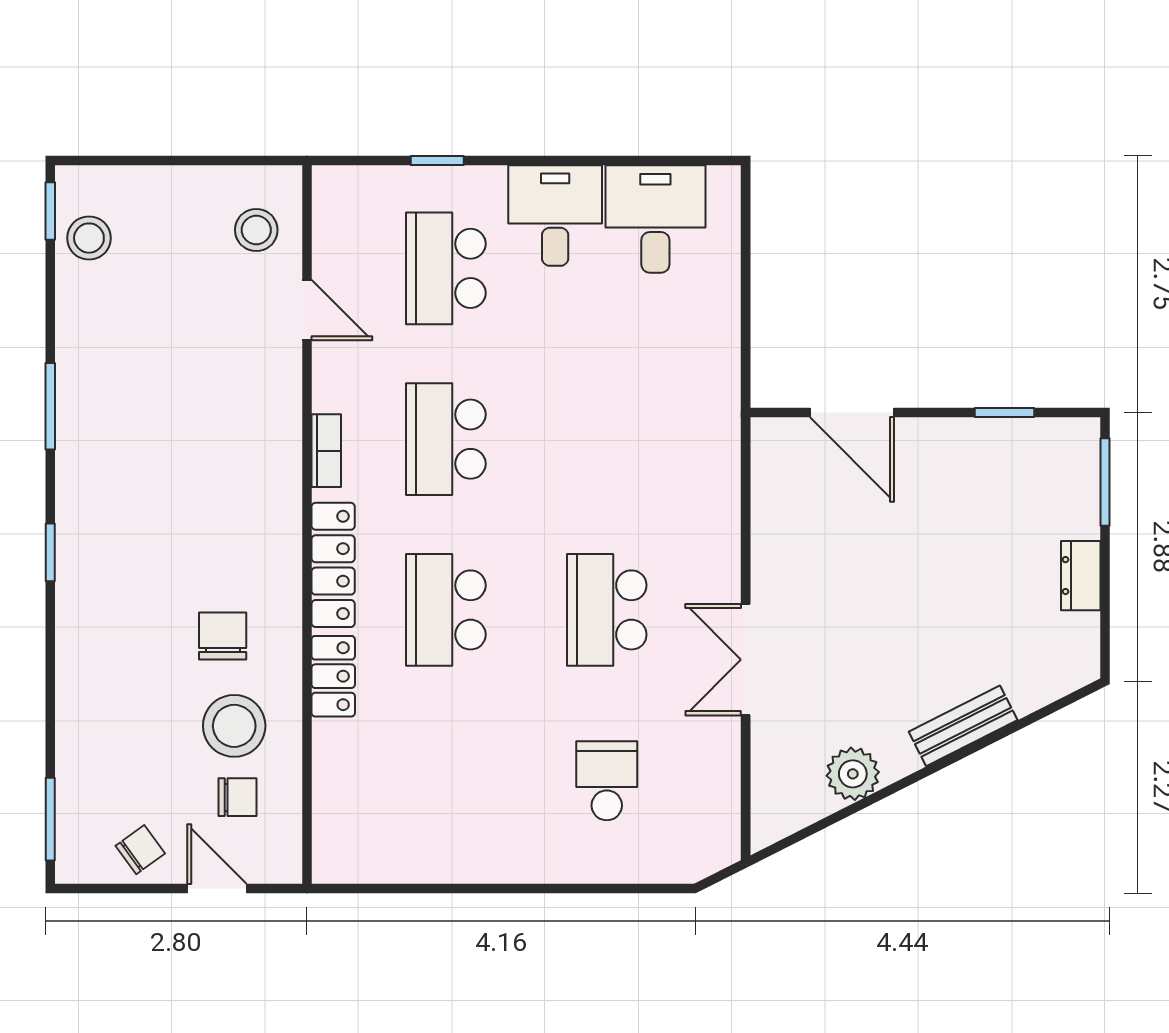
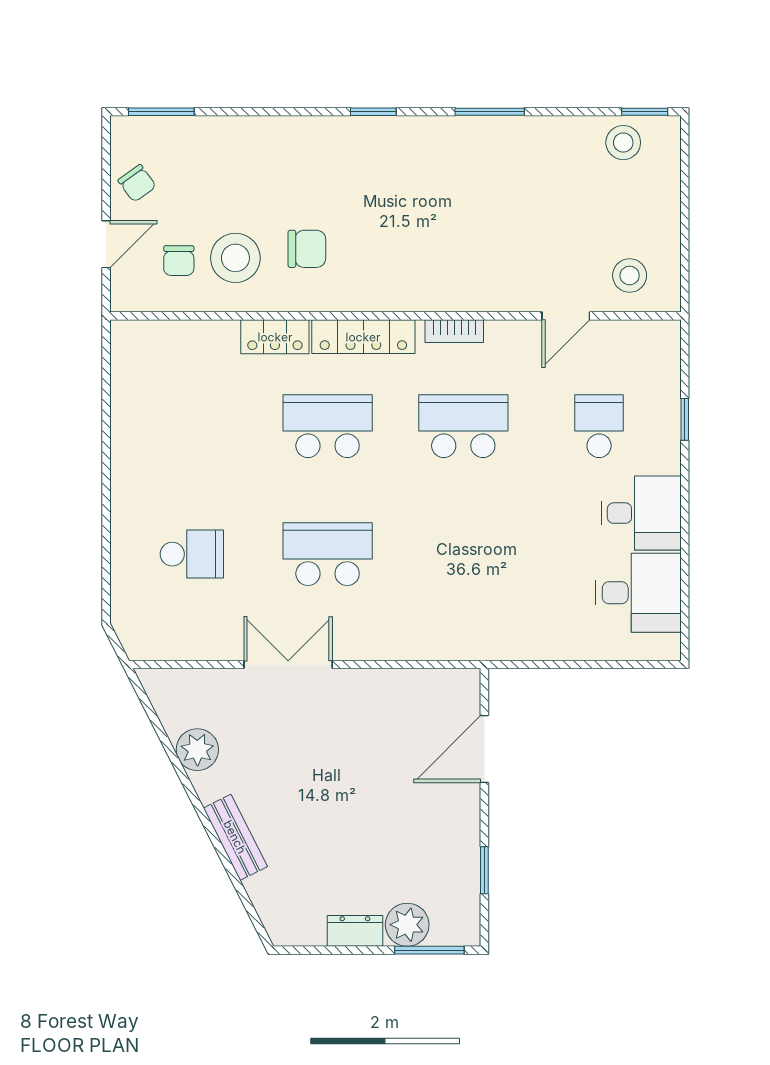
school desk: (446, 268) -> (599, 426), width x0.54
plant: (1073, 510) -> (407, 925), added

